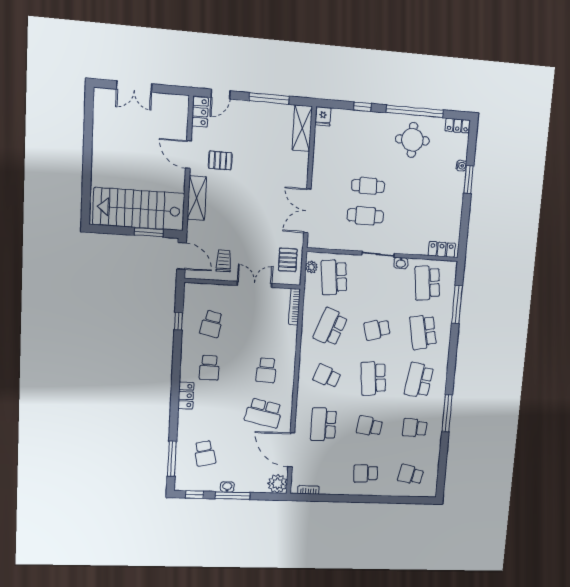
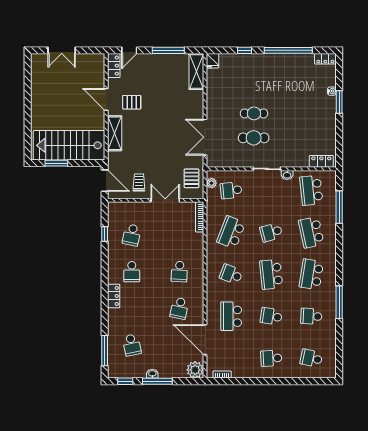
round table: (412, 140) -> (288, 73), removed
window: (149, 232) -> (56, 163), moved
school desk: (334, 277) -> (231, 190), width x0.54
school desk: (264, 413) -> (179, 308), width x0.54

